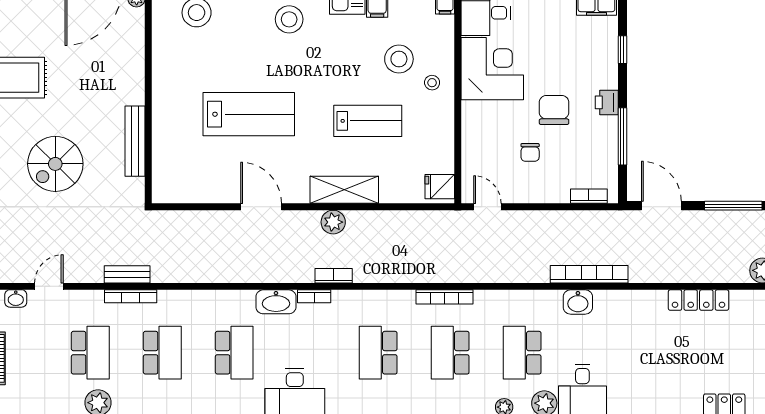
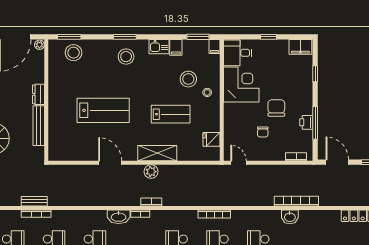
dresser: (135, 86) -> (38, 94), added
printer: (607, 102) -> (306, 122), moved
fridge: (440, 187) -> (212, 139), moved

